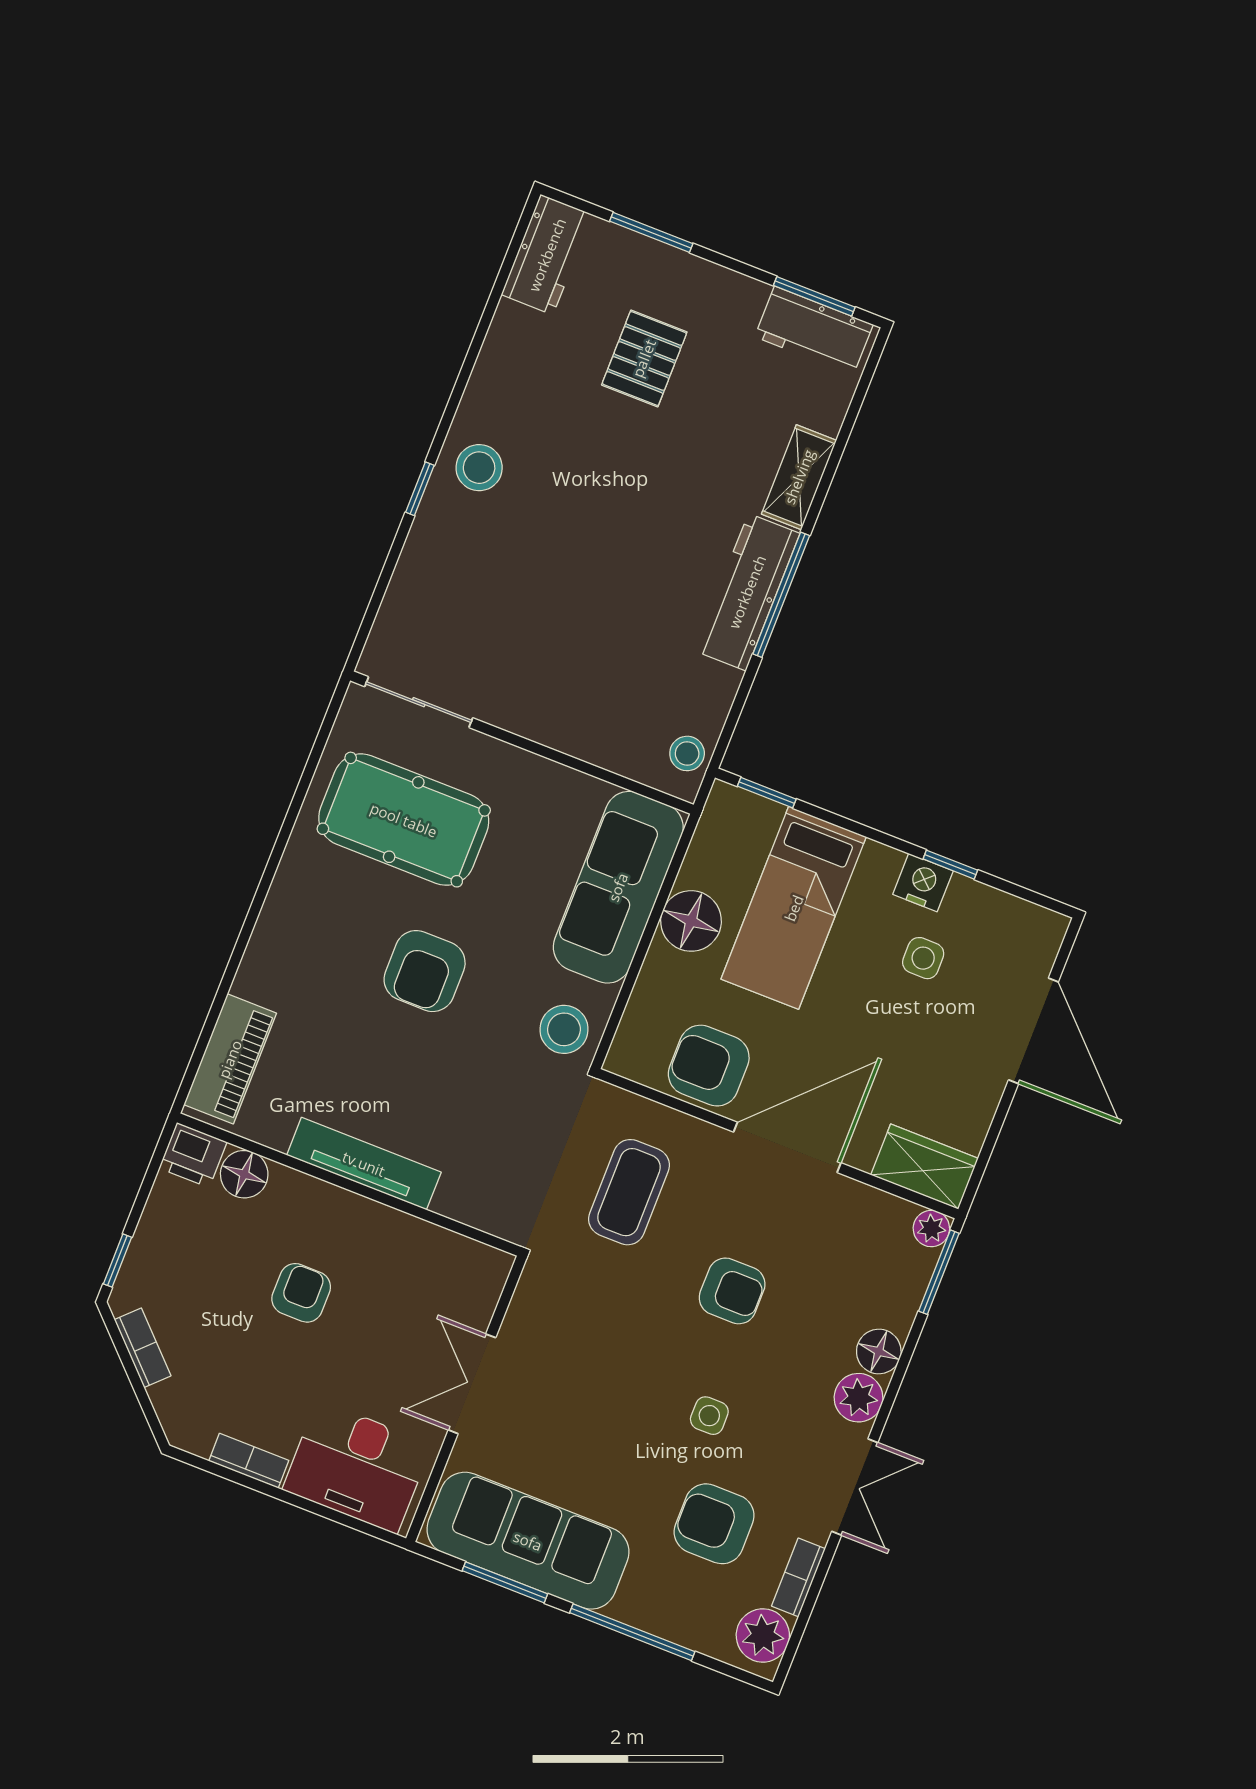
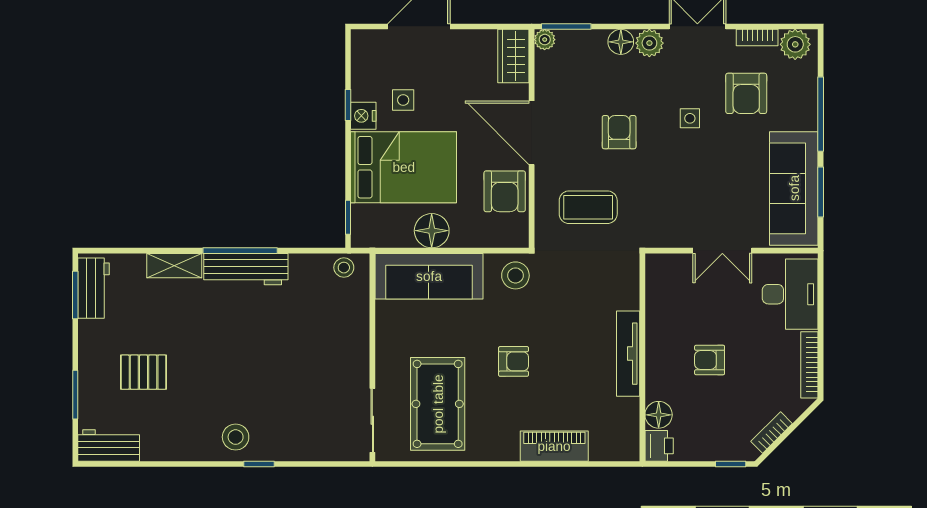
bed: (794, 908) -> (404, 167), width x1.50
armchair: (425, 971) -> (514, 361), width x0.72, depth x0.72
piano: (230, 1059) -> (554, 446), moved
bookcase: (249, 1461) -> (809, 365), width x1.56

